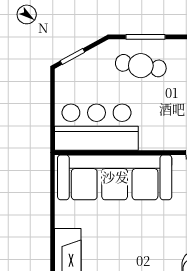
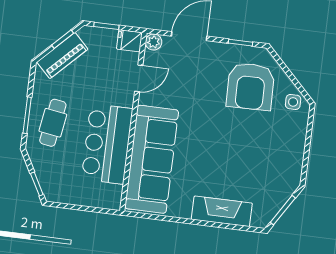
bar counter: (96, 127) -> (107, 144), moved

